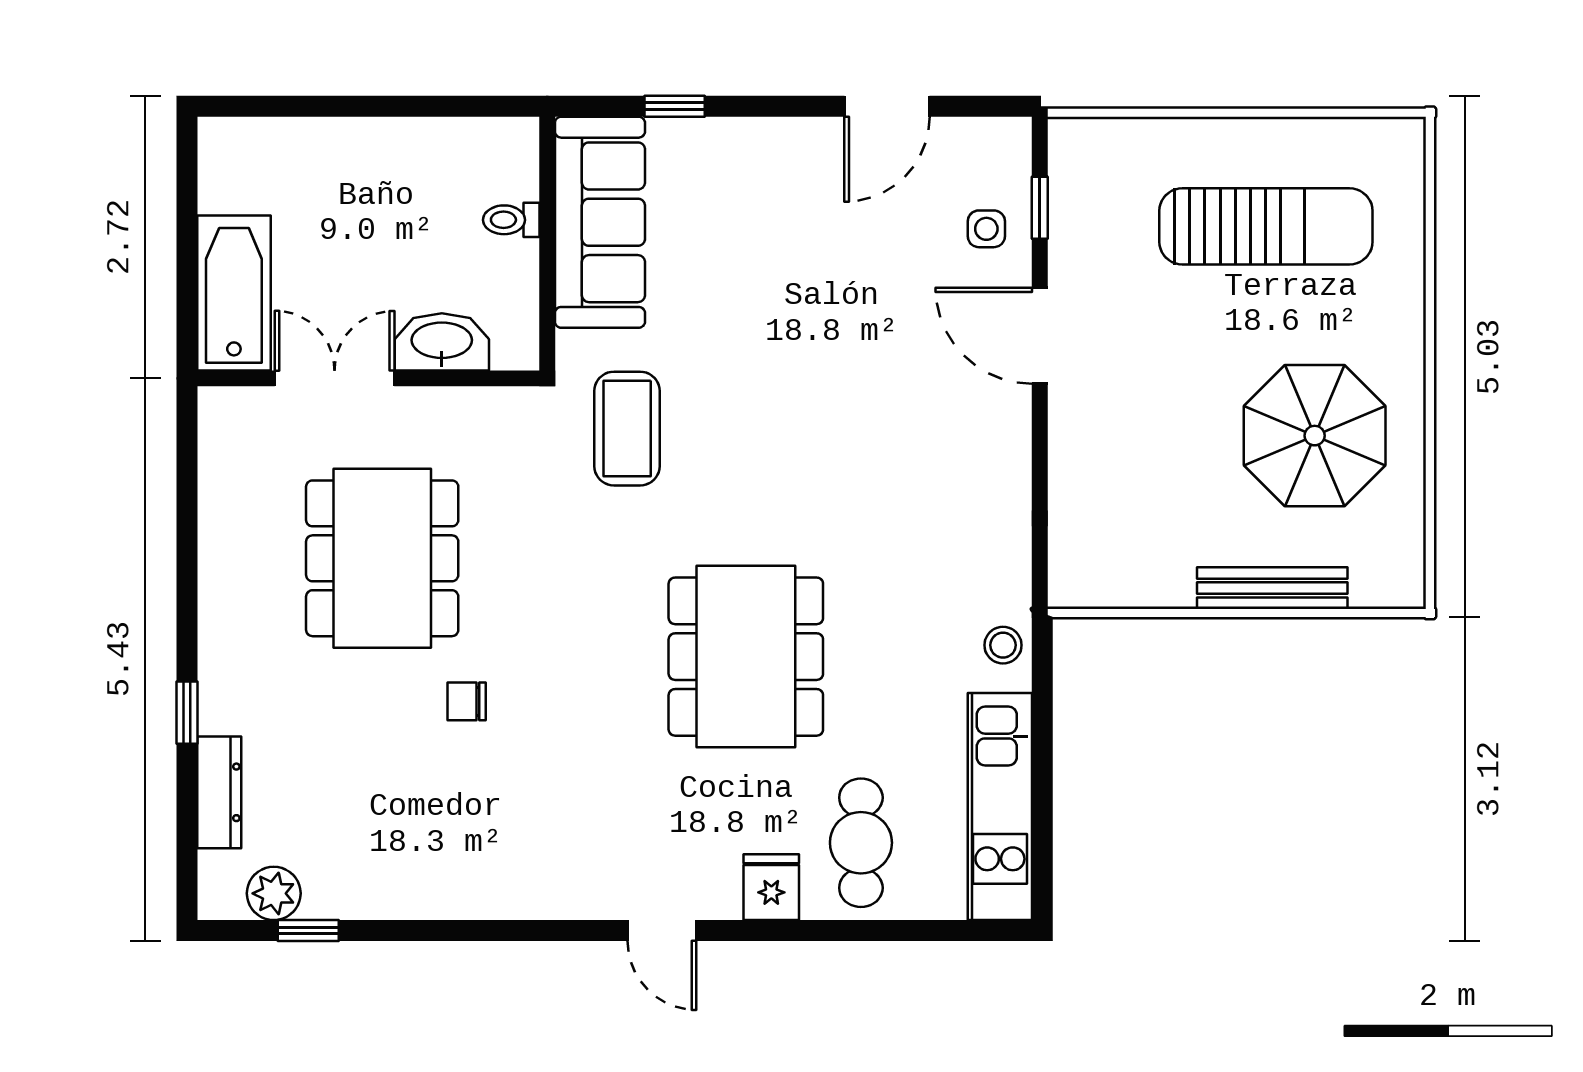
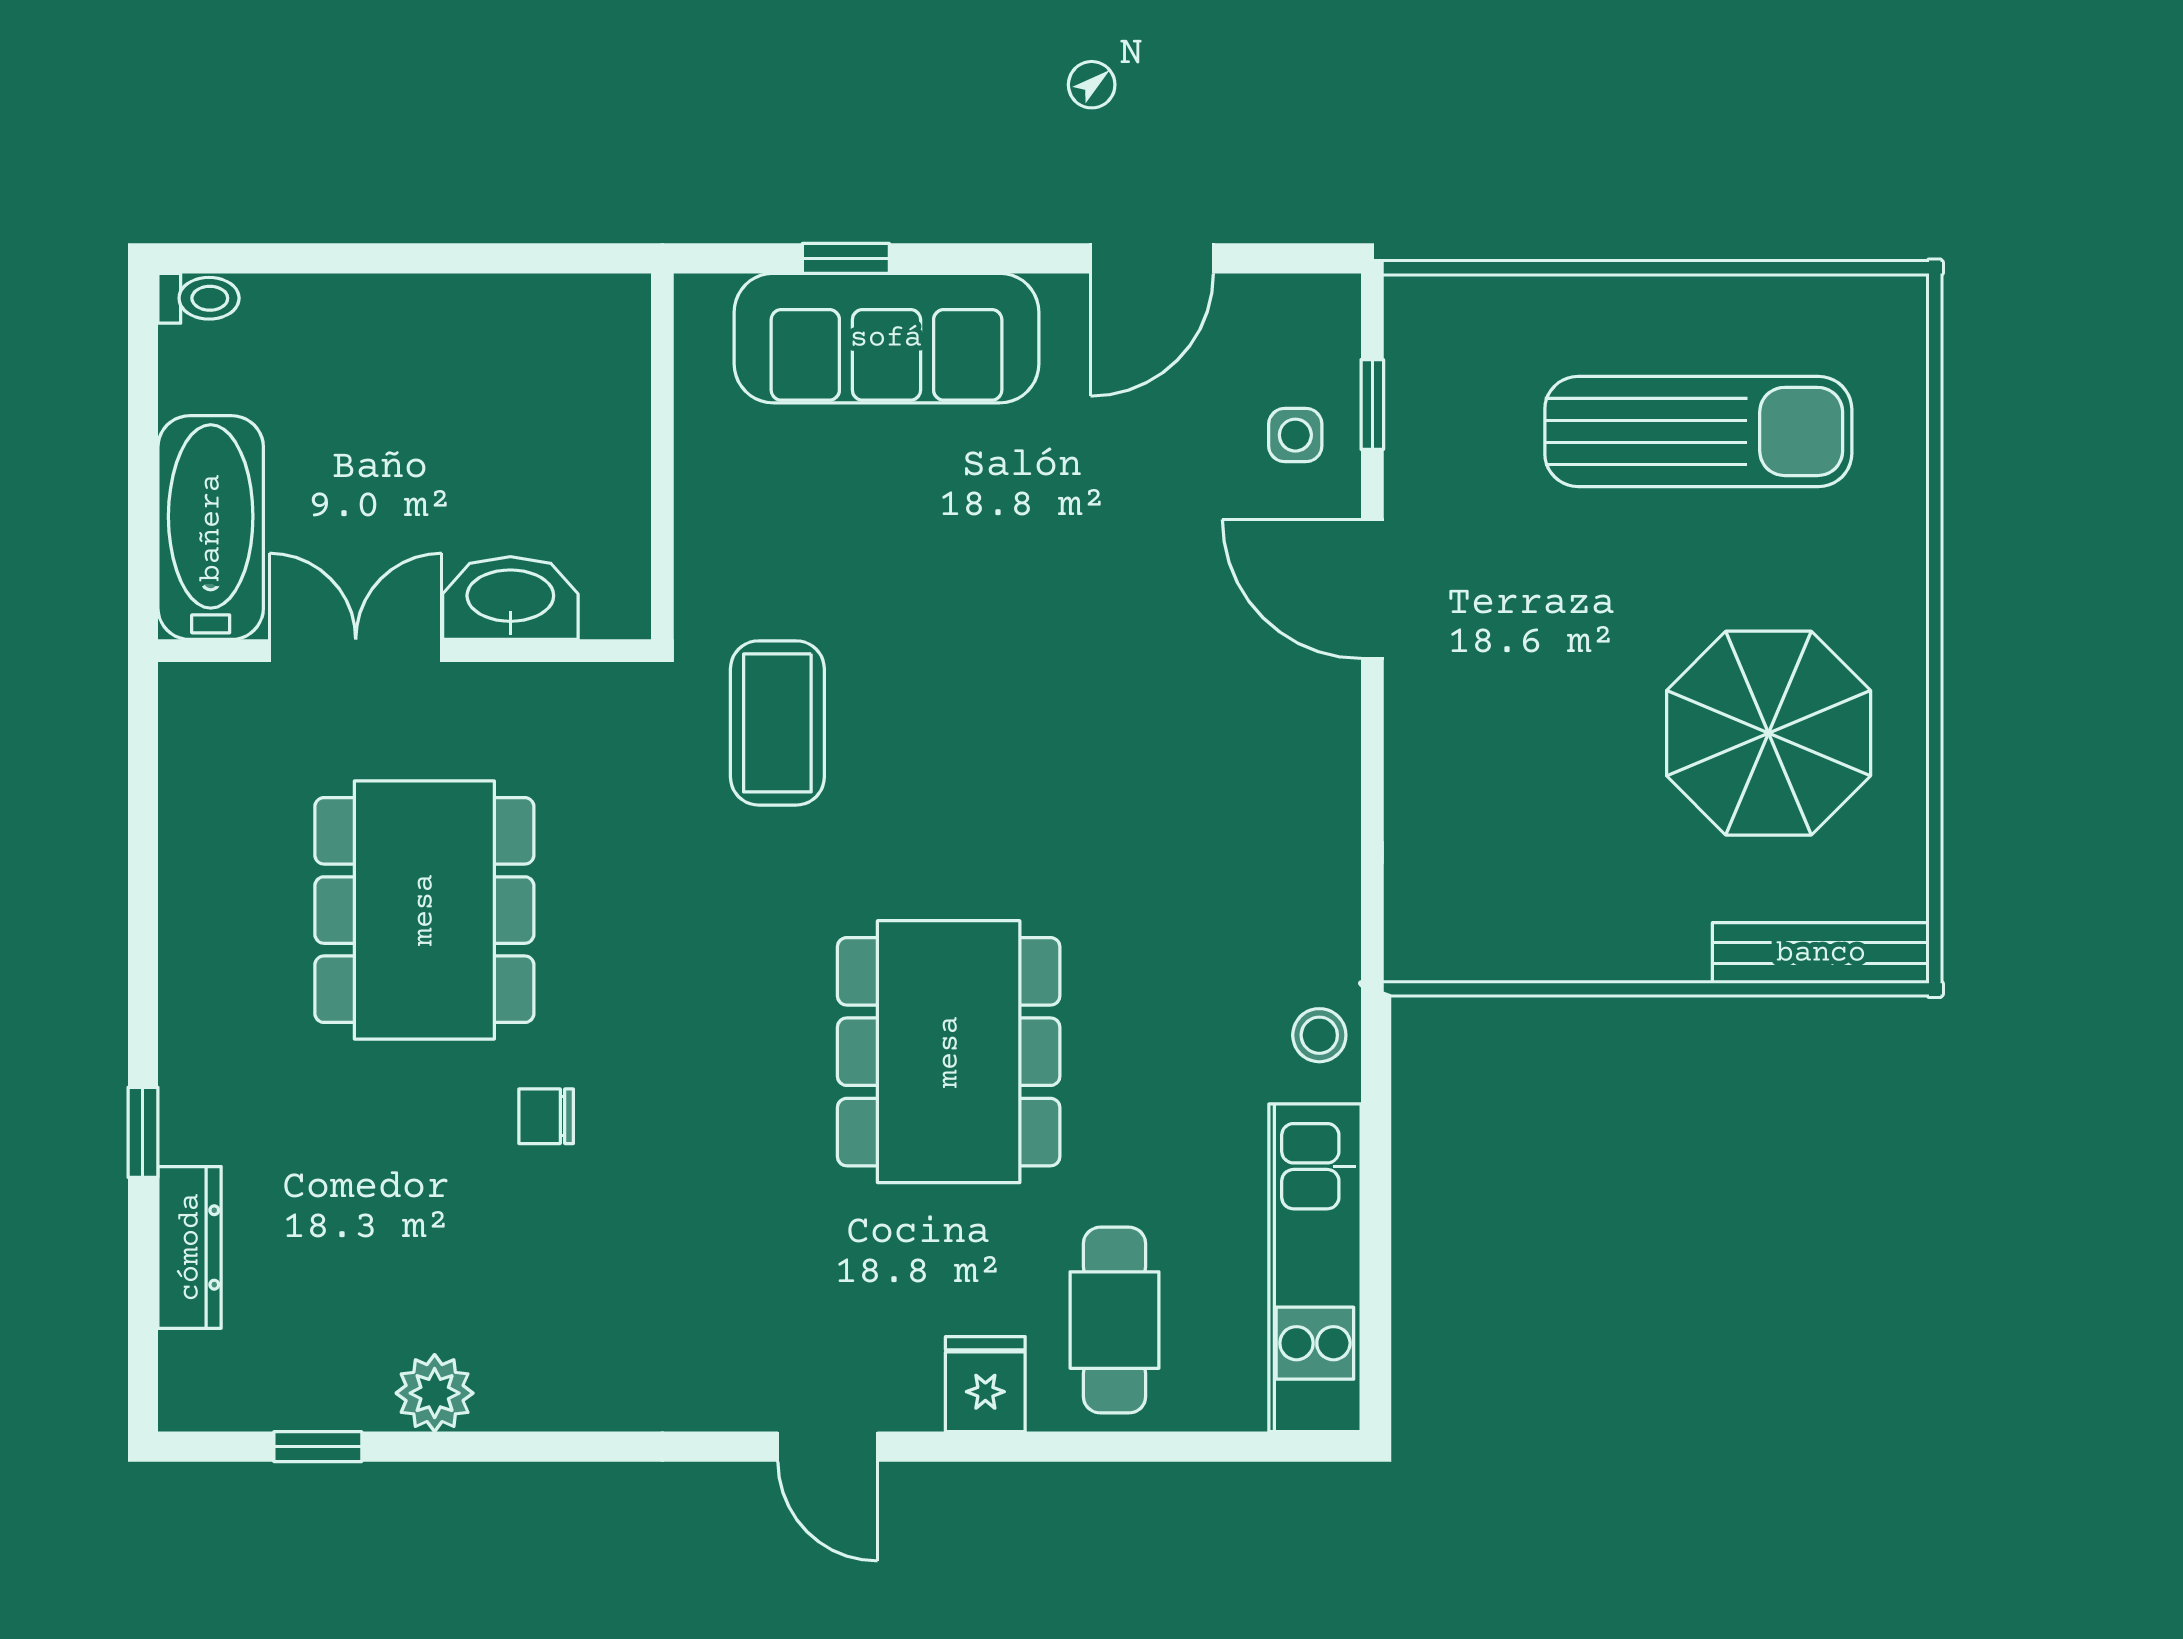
toilet: (511, 220) -> (198, 298), moved, turned 180
sofa: (600, 222) -> (886, 338), moved, turned 90
bench: (1272, 588) -> (1821, 953), moved
plant: (274, 893) -> (435, 1393), moved

